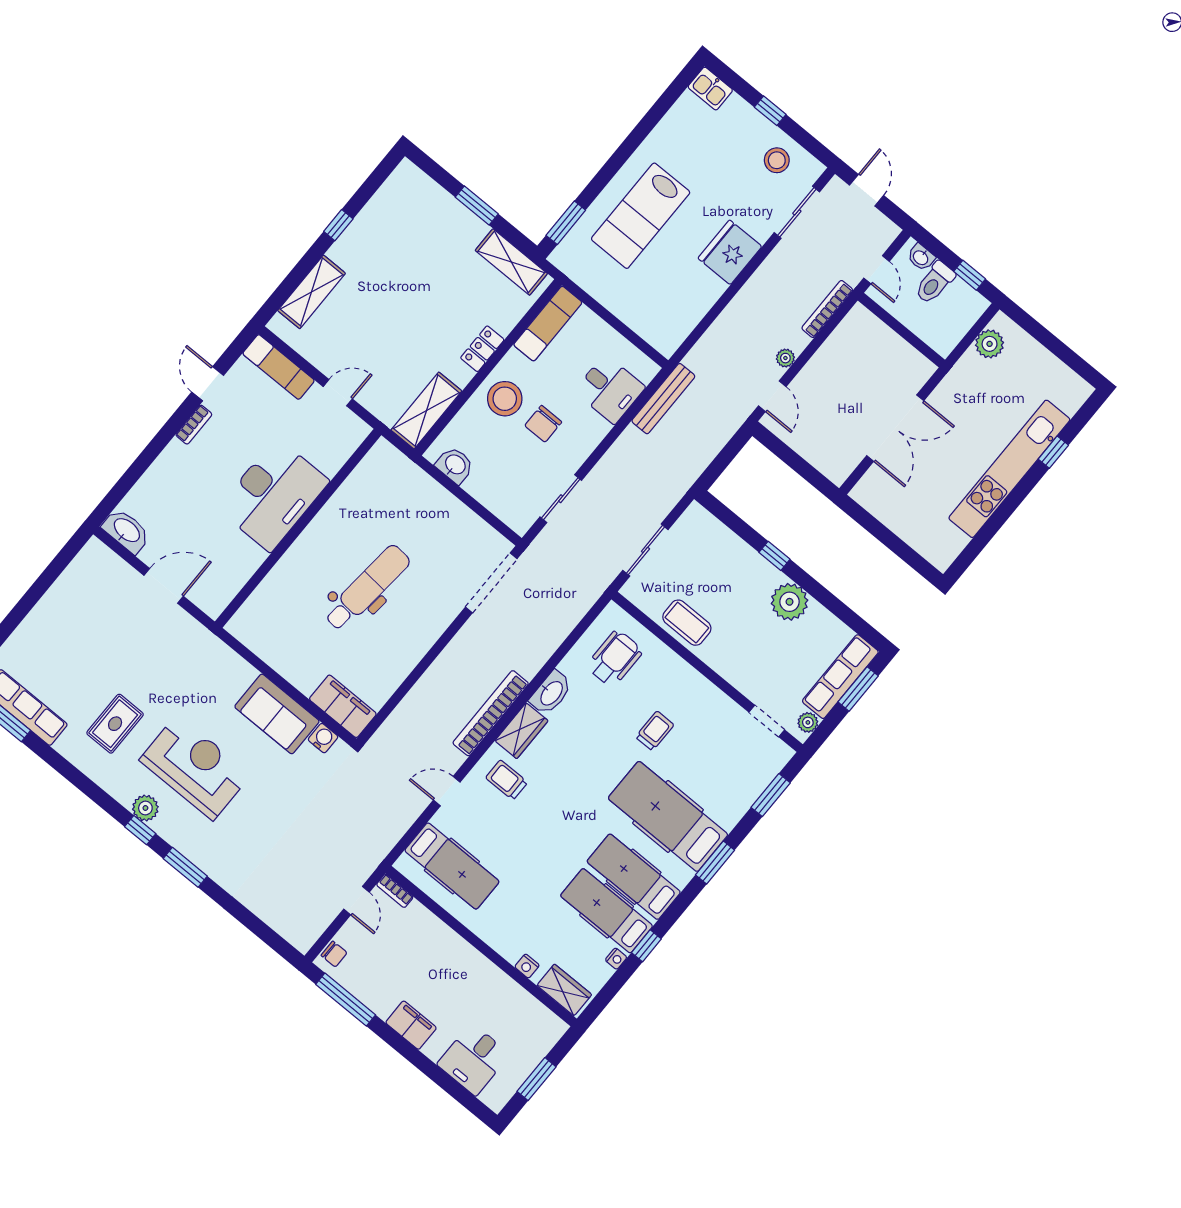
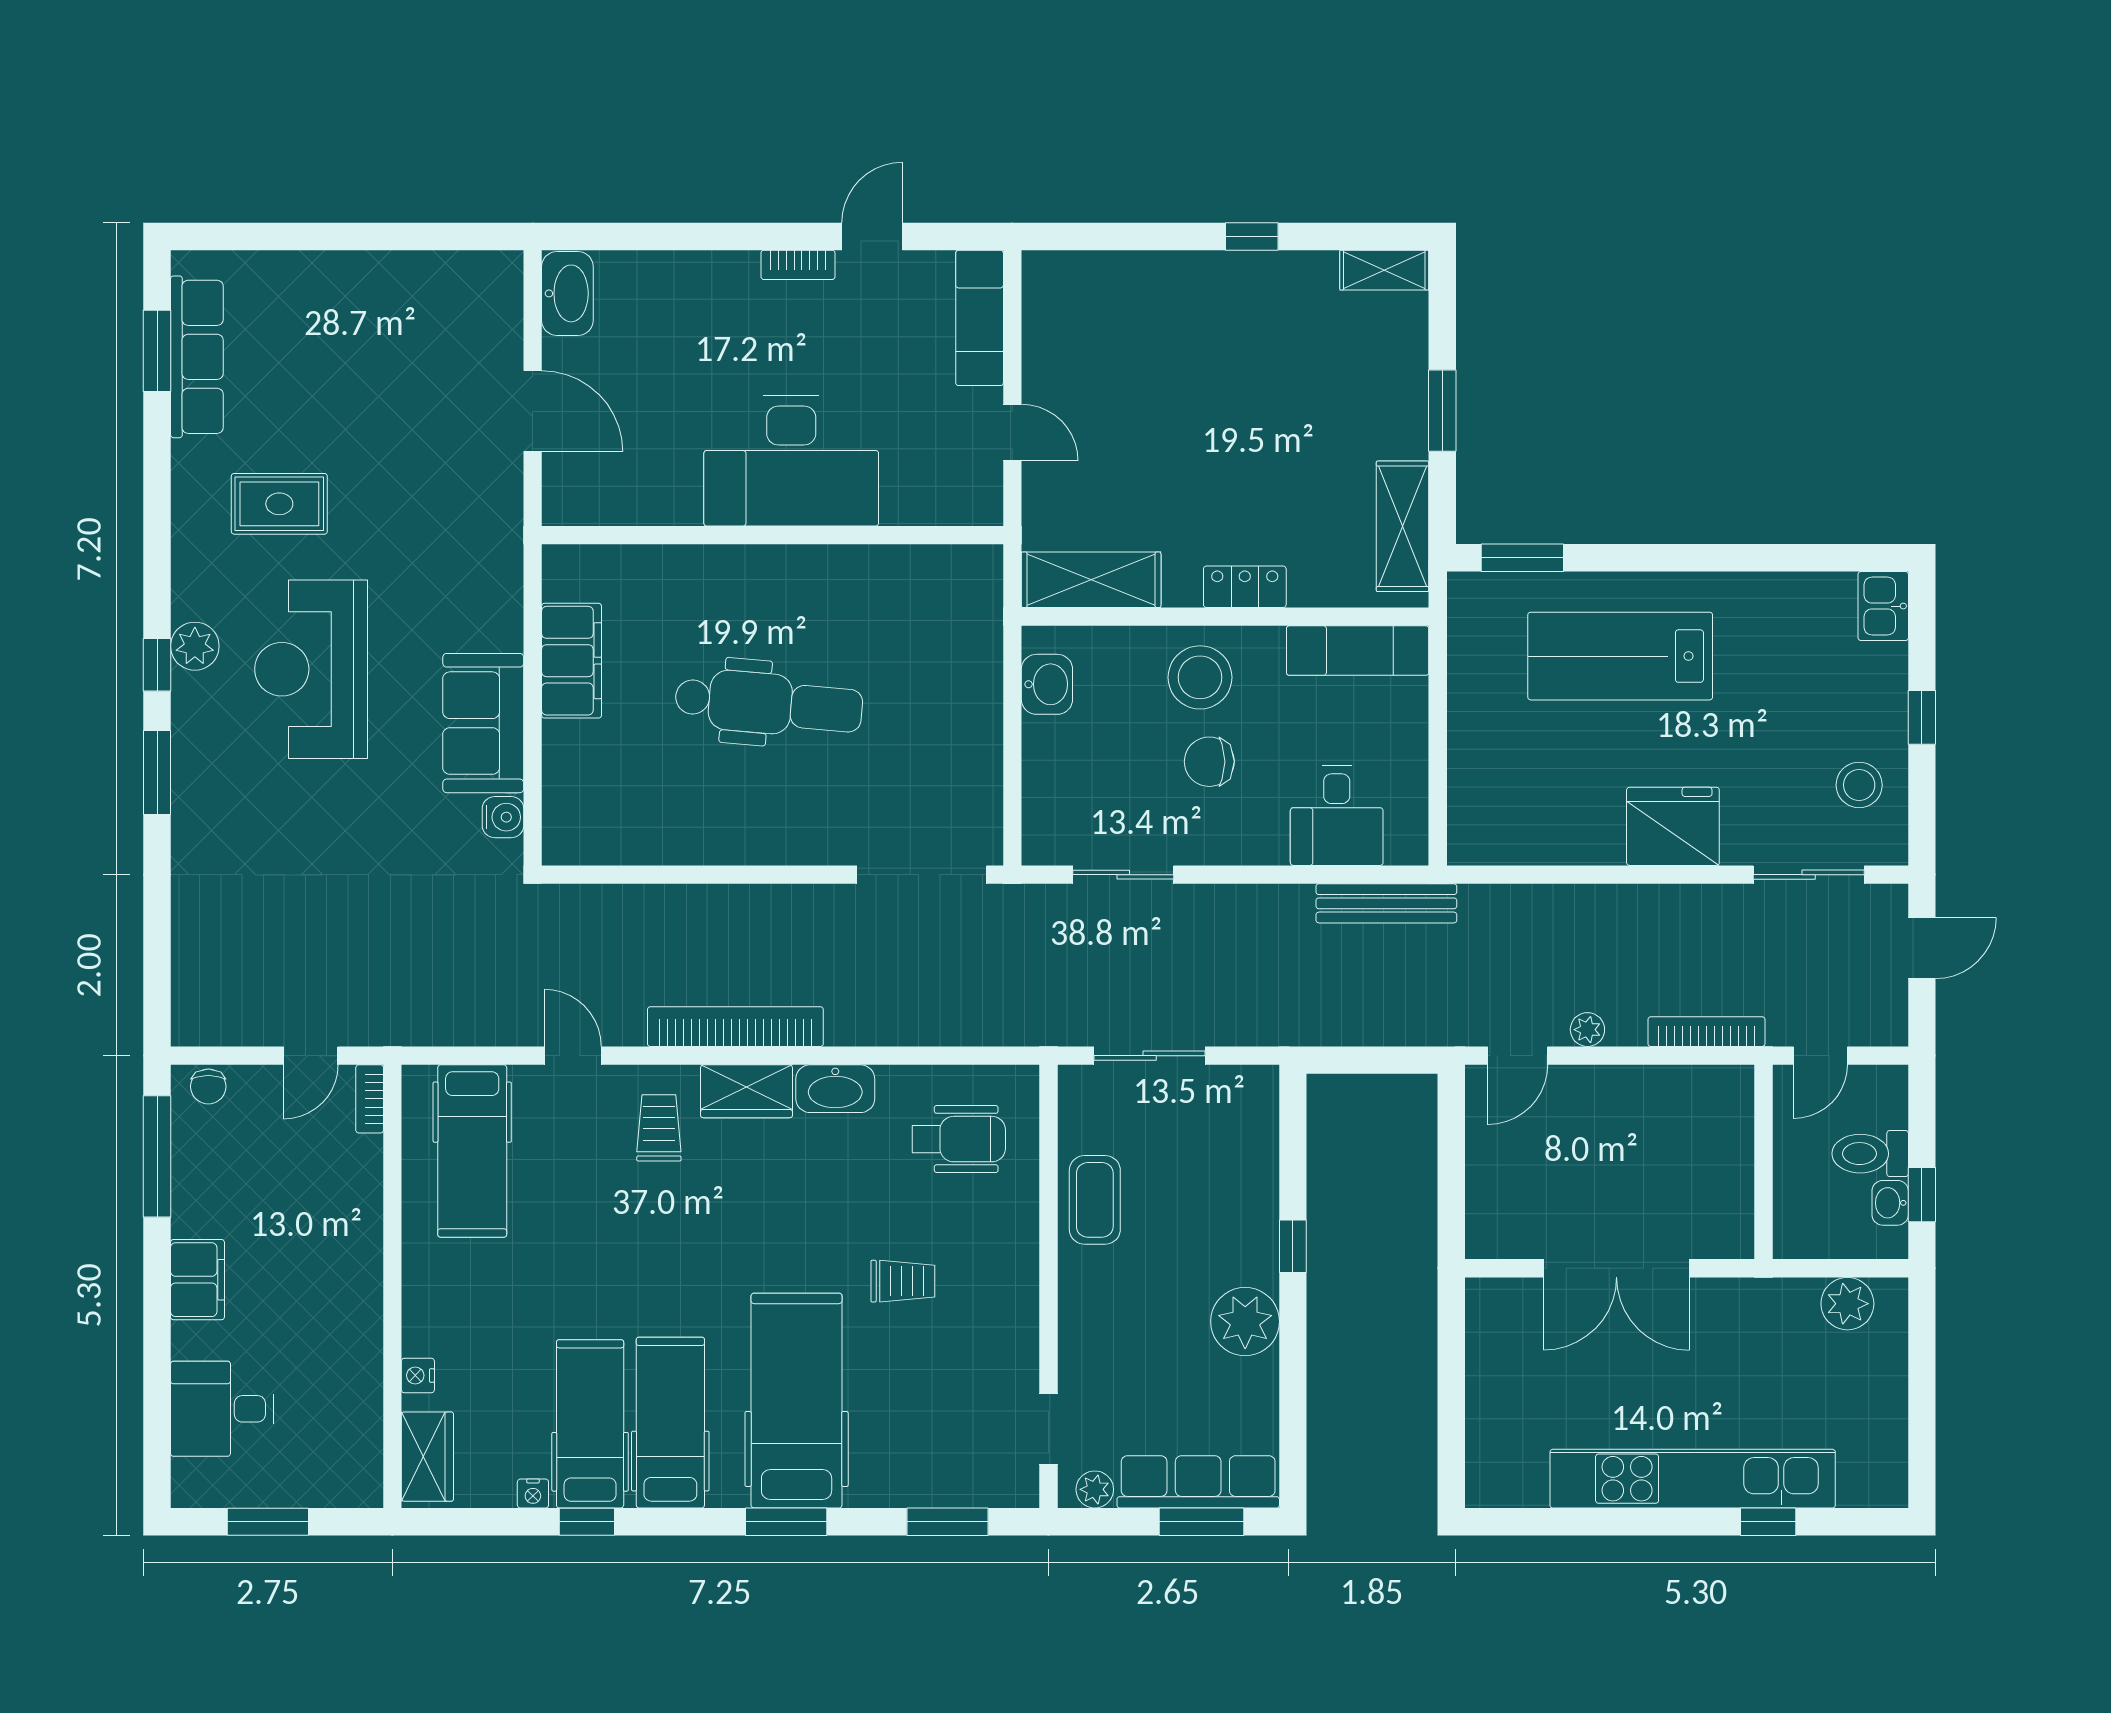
washbasin: (921, 257) -> (1890, 1203), moved
shelving: (312, 292) -> (1384, 270), moved, width x0.67, depth x0.75
filing cabinet: (343, 706) -> (572, 661), moved
reception desk: (195, 767) -> (311, 669), turned 180

